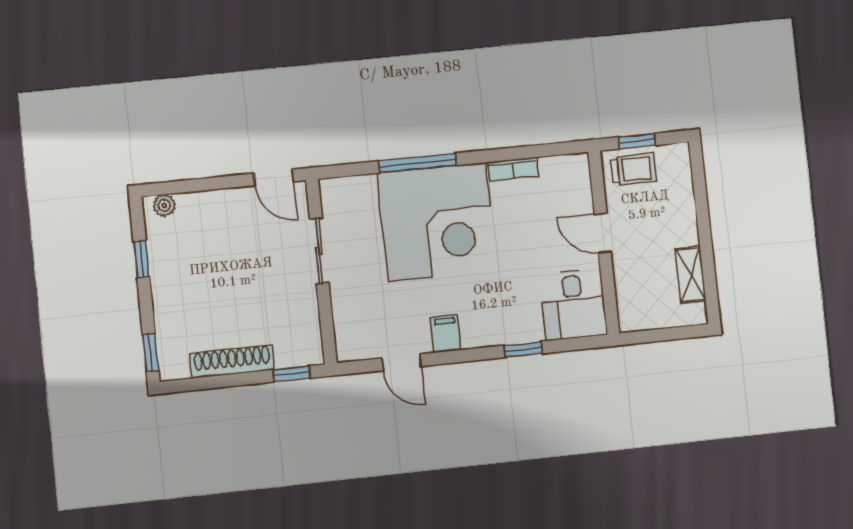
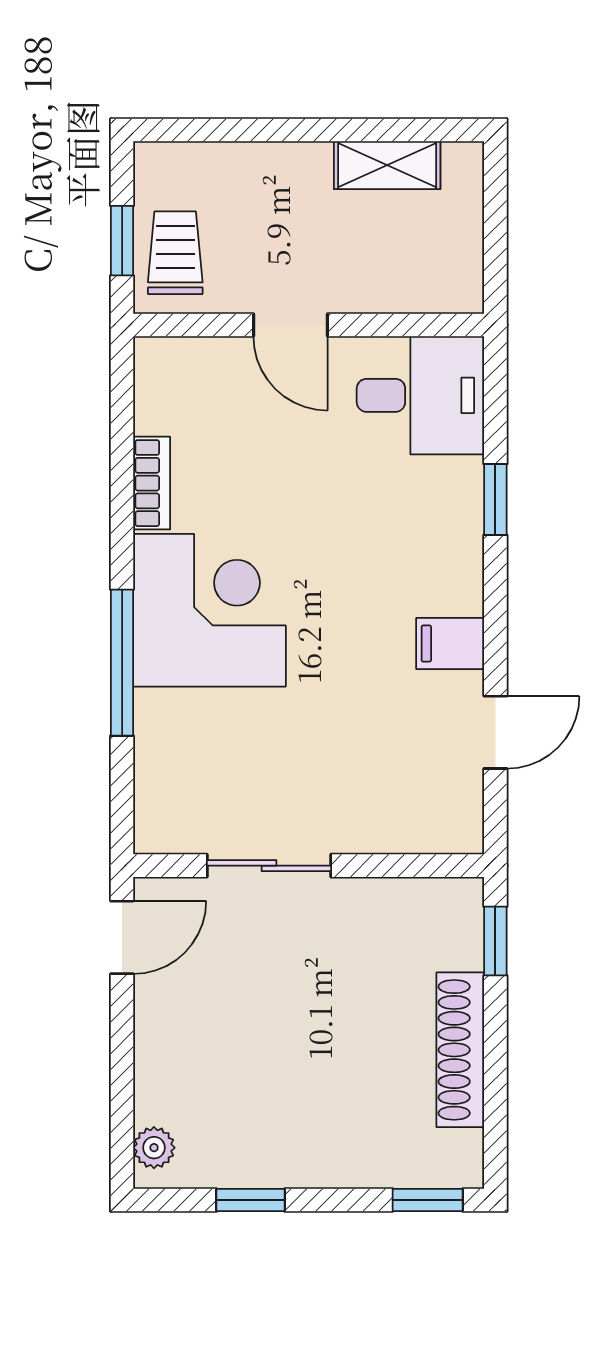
corner desk: (437, 222) -> (209, 610), width x0.74, depth x0.74
door: (603, 233) -> (291, 325), hinge flipped

